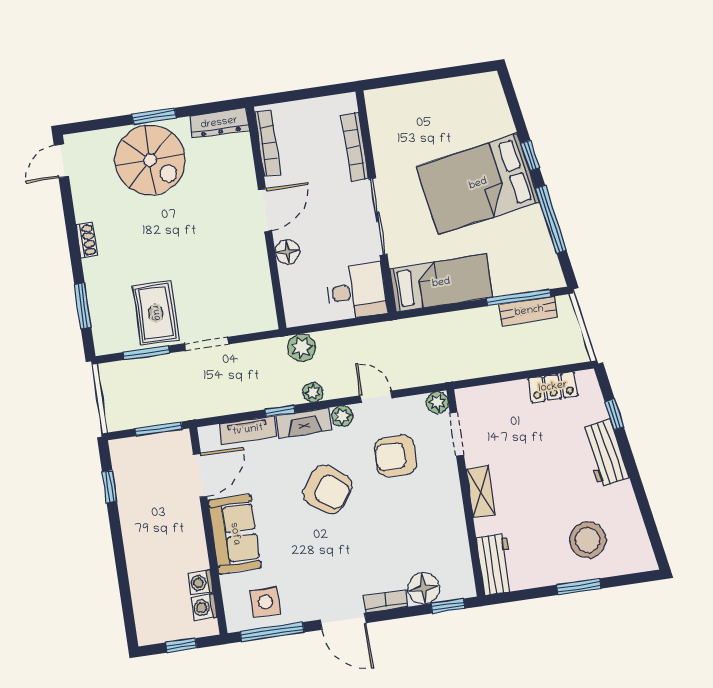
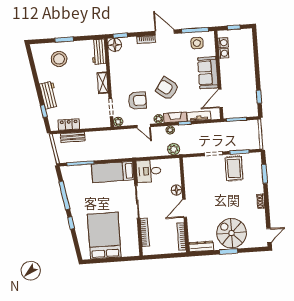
bed: (478, 184) -> (104, 236), moved, turned -80
bench: (529, 311) -> (73, 137), moved
floor lamp: (424, 588) -> (115, 45), moved

